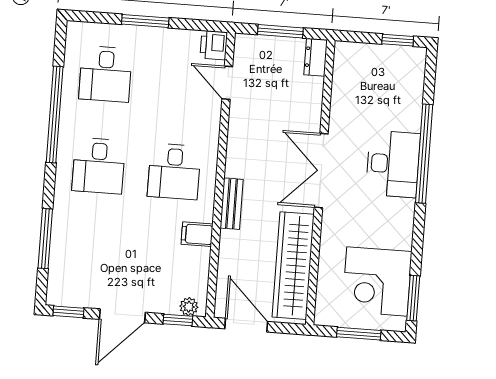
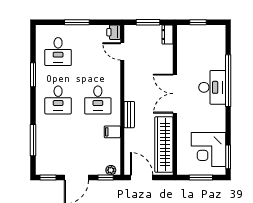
window: (398, 40) -> (198, 22), moved
window: (55, 115) -> (33, 75), width x0.47

